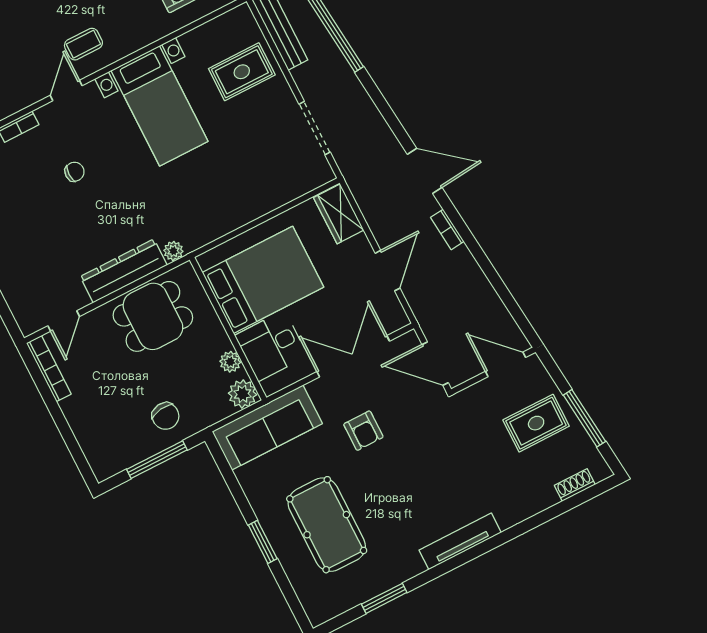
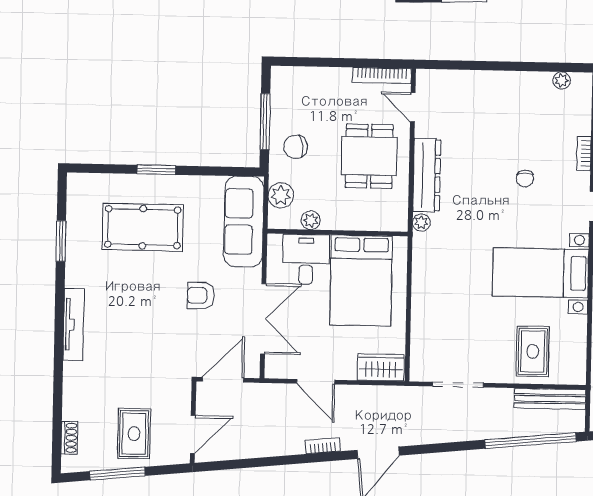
dining table: (153, 316) -> (369, 156), moved
plant: (243, 394) -> (281, 195), moved

